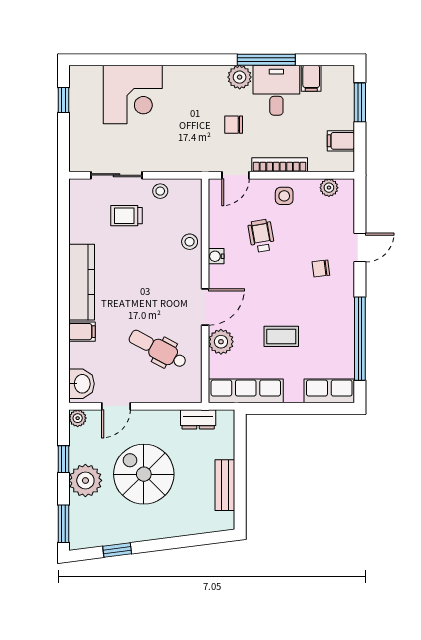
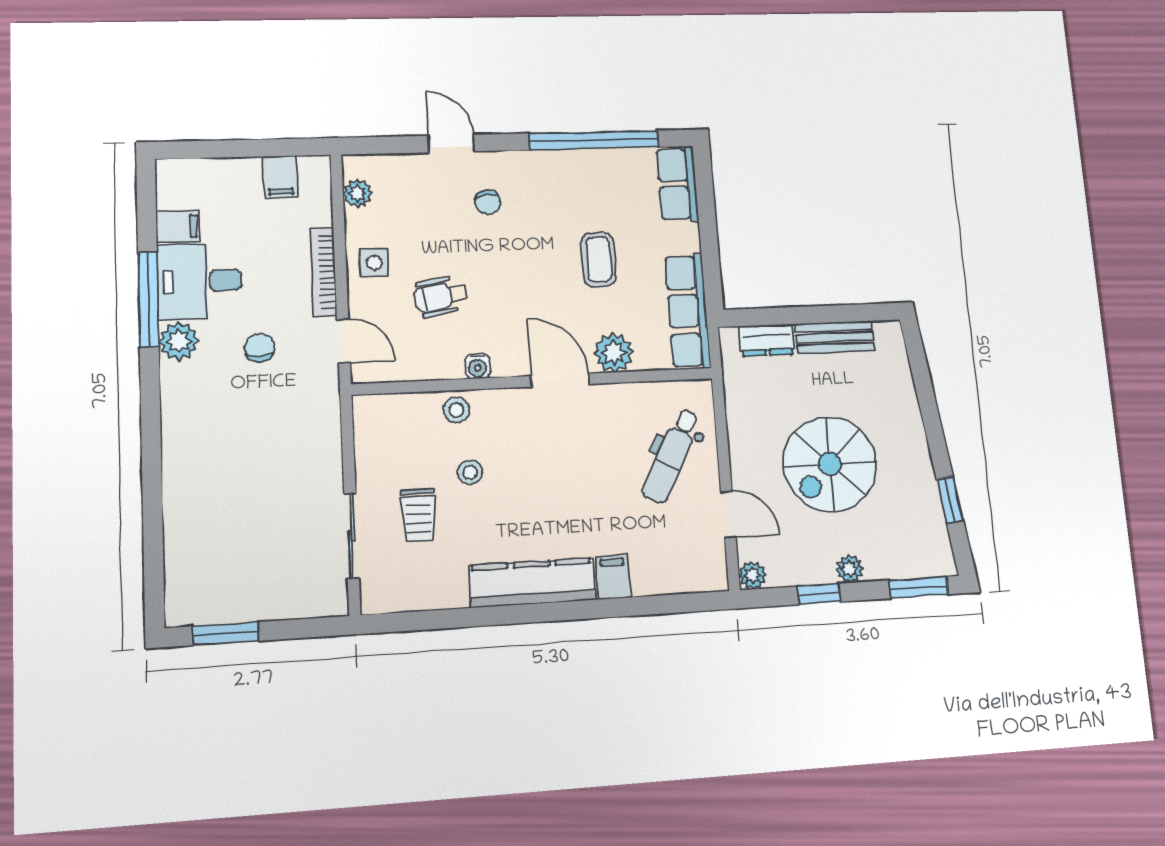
corner desk: (133, 95) -> (213, 516), removed
window: (64, 100) -> (226, 634), width x1.50
window: (360, 102) -> (216, 149), removed
chair: (234, 125) -> (259, 348), turned 180
stool: (160, 191) -> (470, 472), moved
dental chair: (158, 349) -> (671, 456), moved
washbasin: (81, 384) -> (697, 573), removed
dresser: (198, 419) -> (767, 340), moved, turned 90
plant: (85, 480) -> (850, 569), width x0.53, depth x0.53

